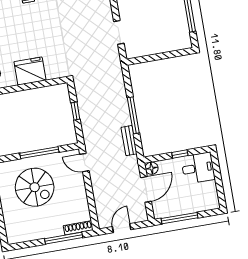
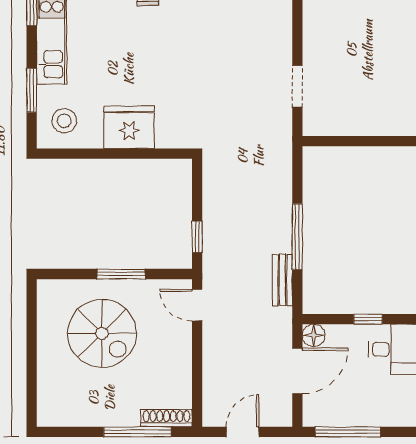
window: (75, 111) -> (197, 237), moved
window: (39, 153) -> (121, 274), width x0.69

